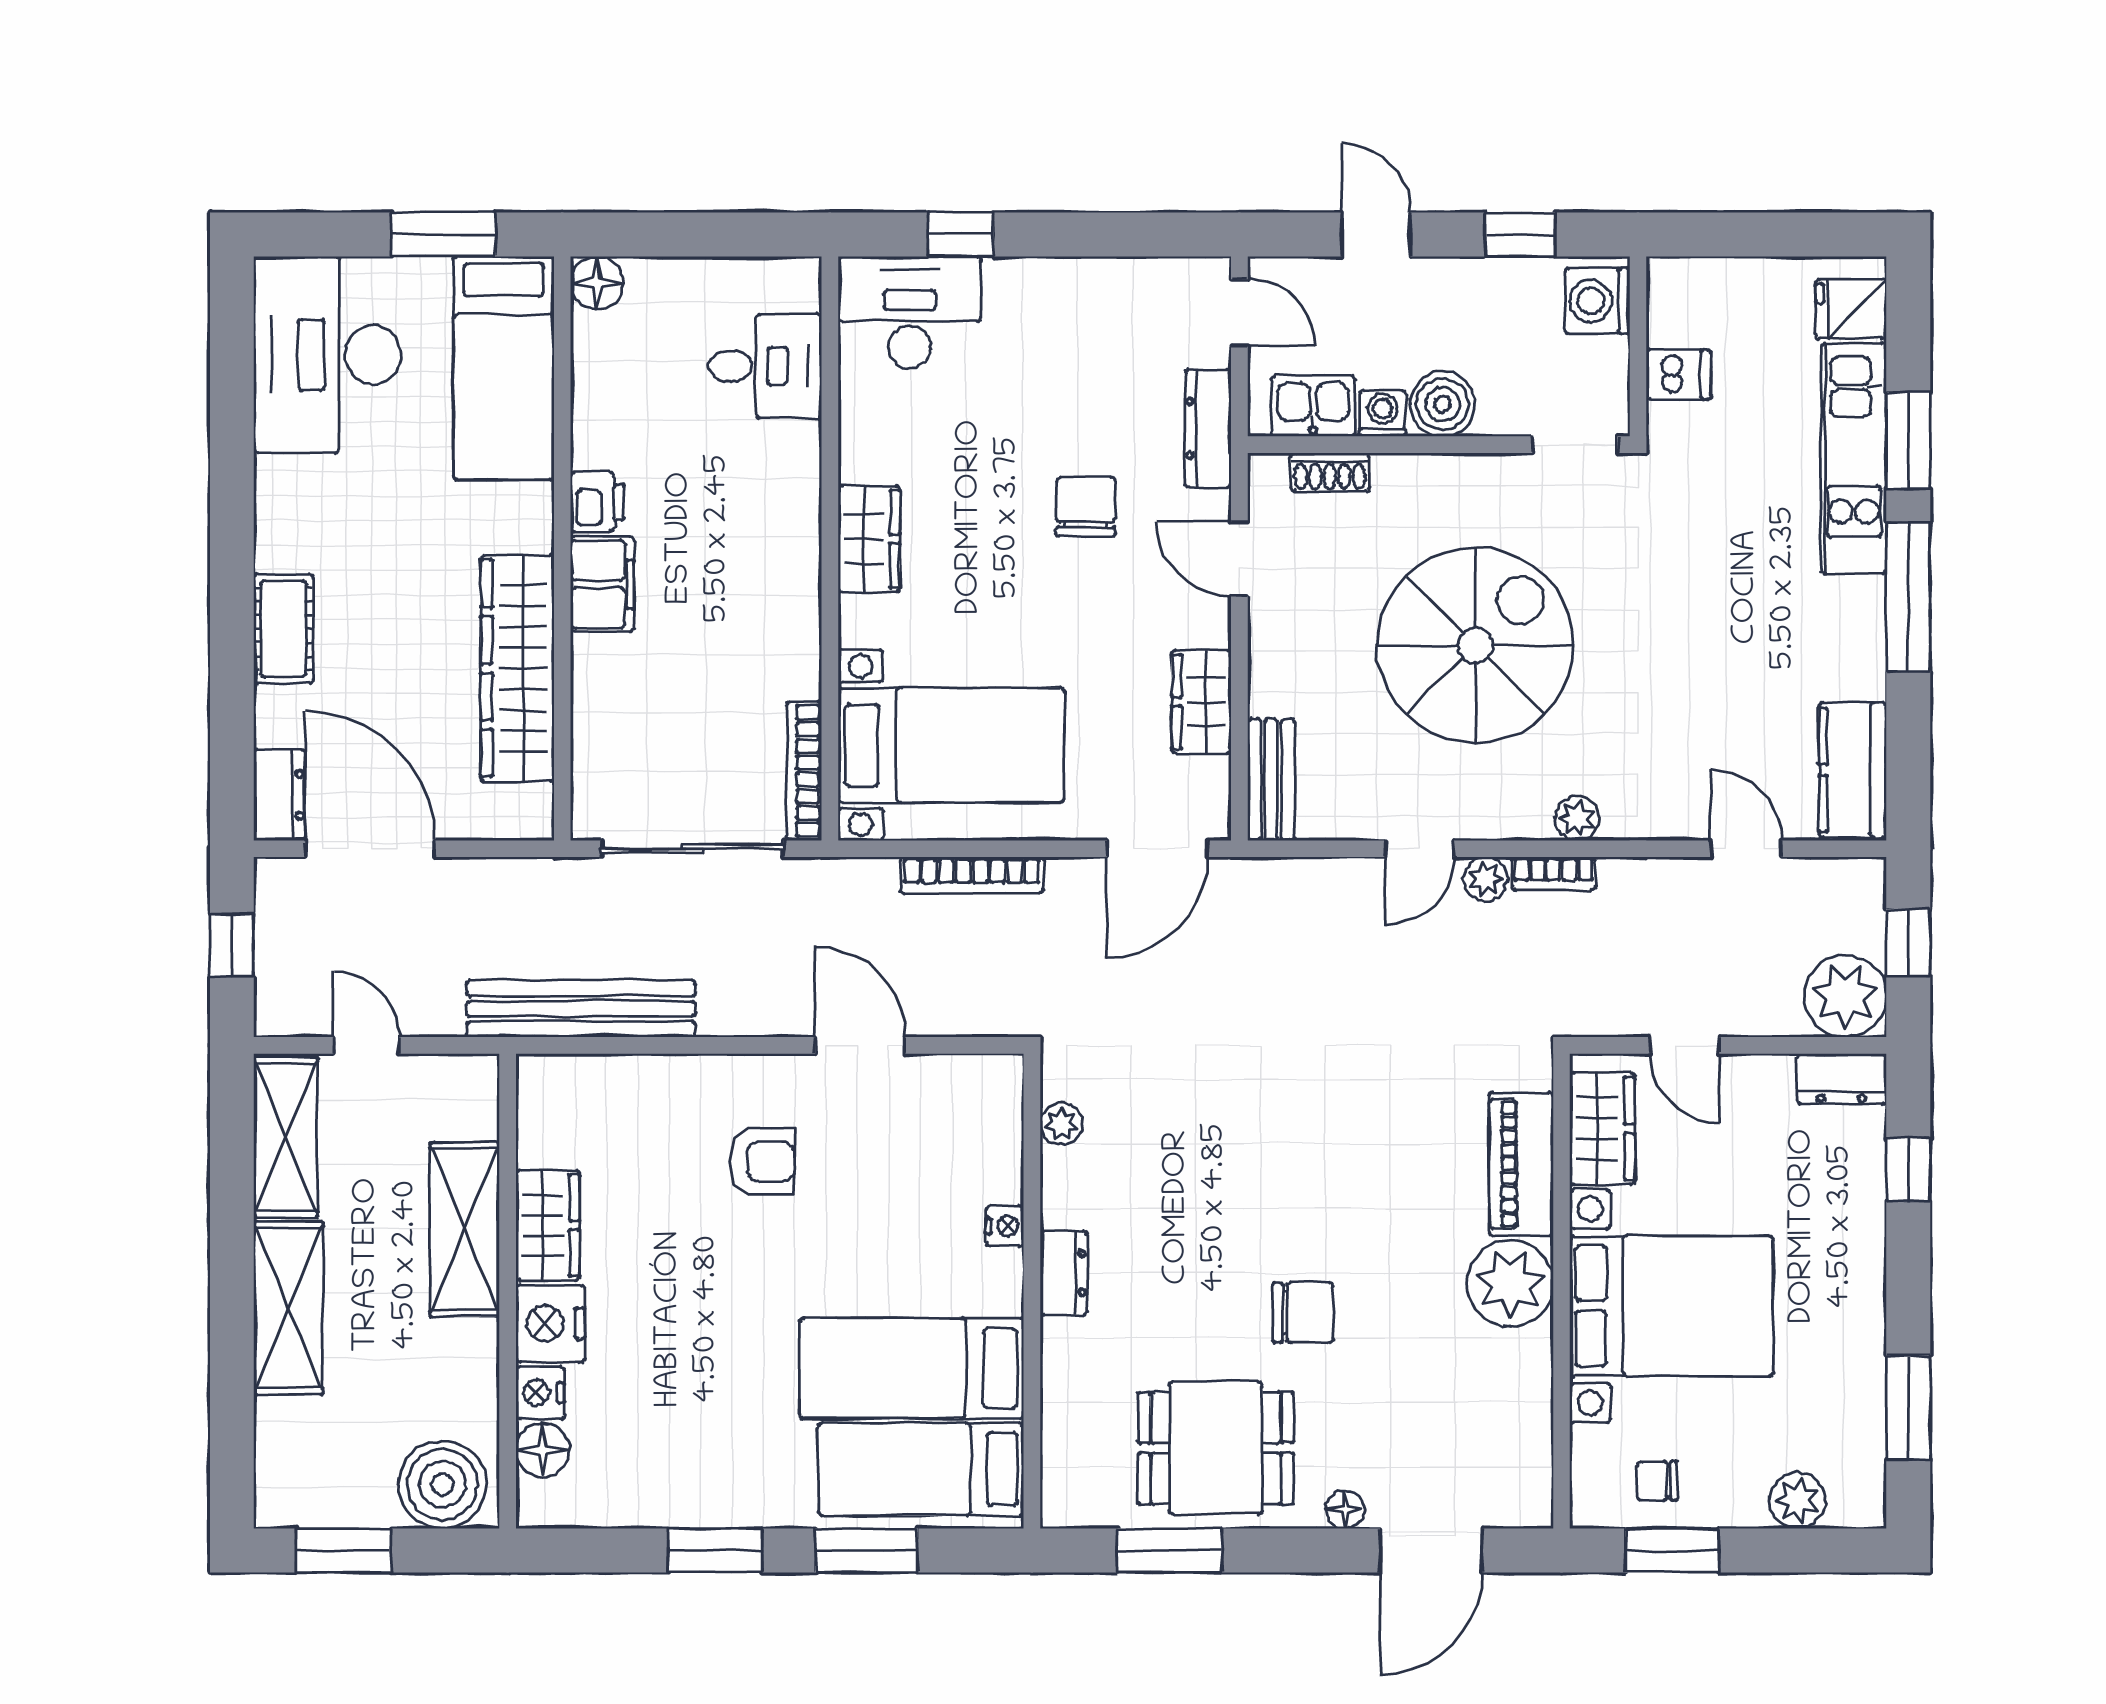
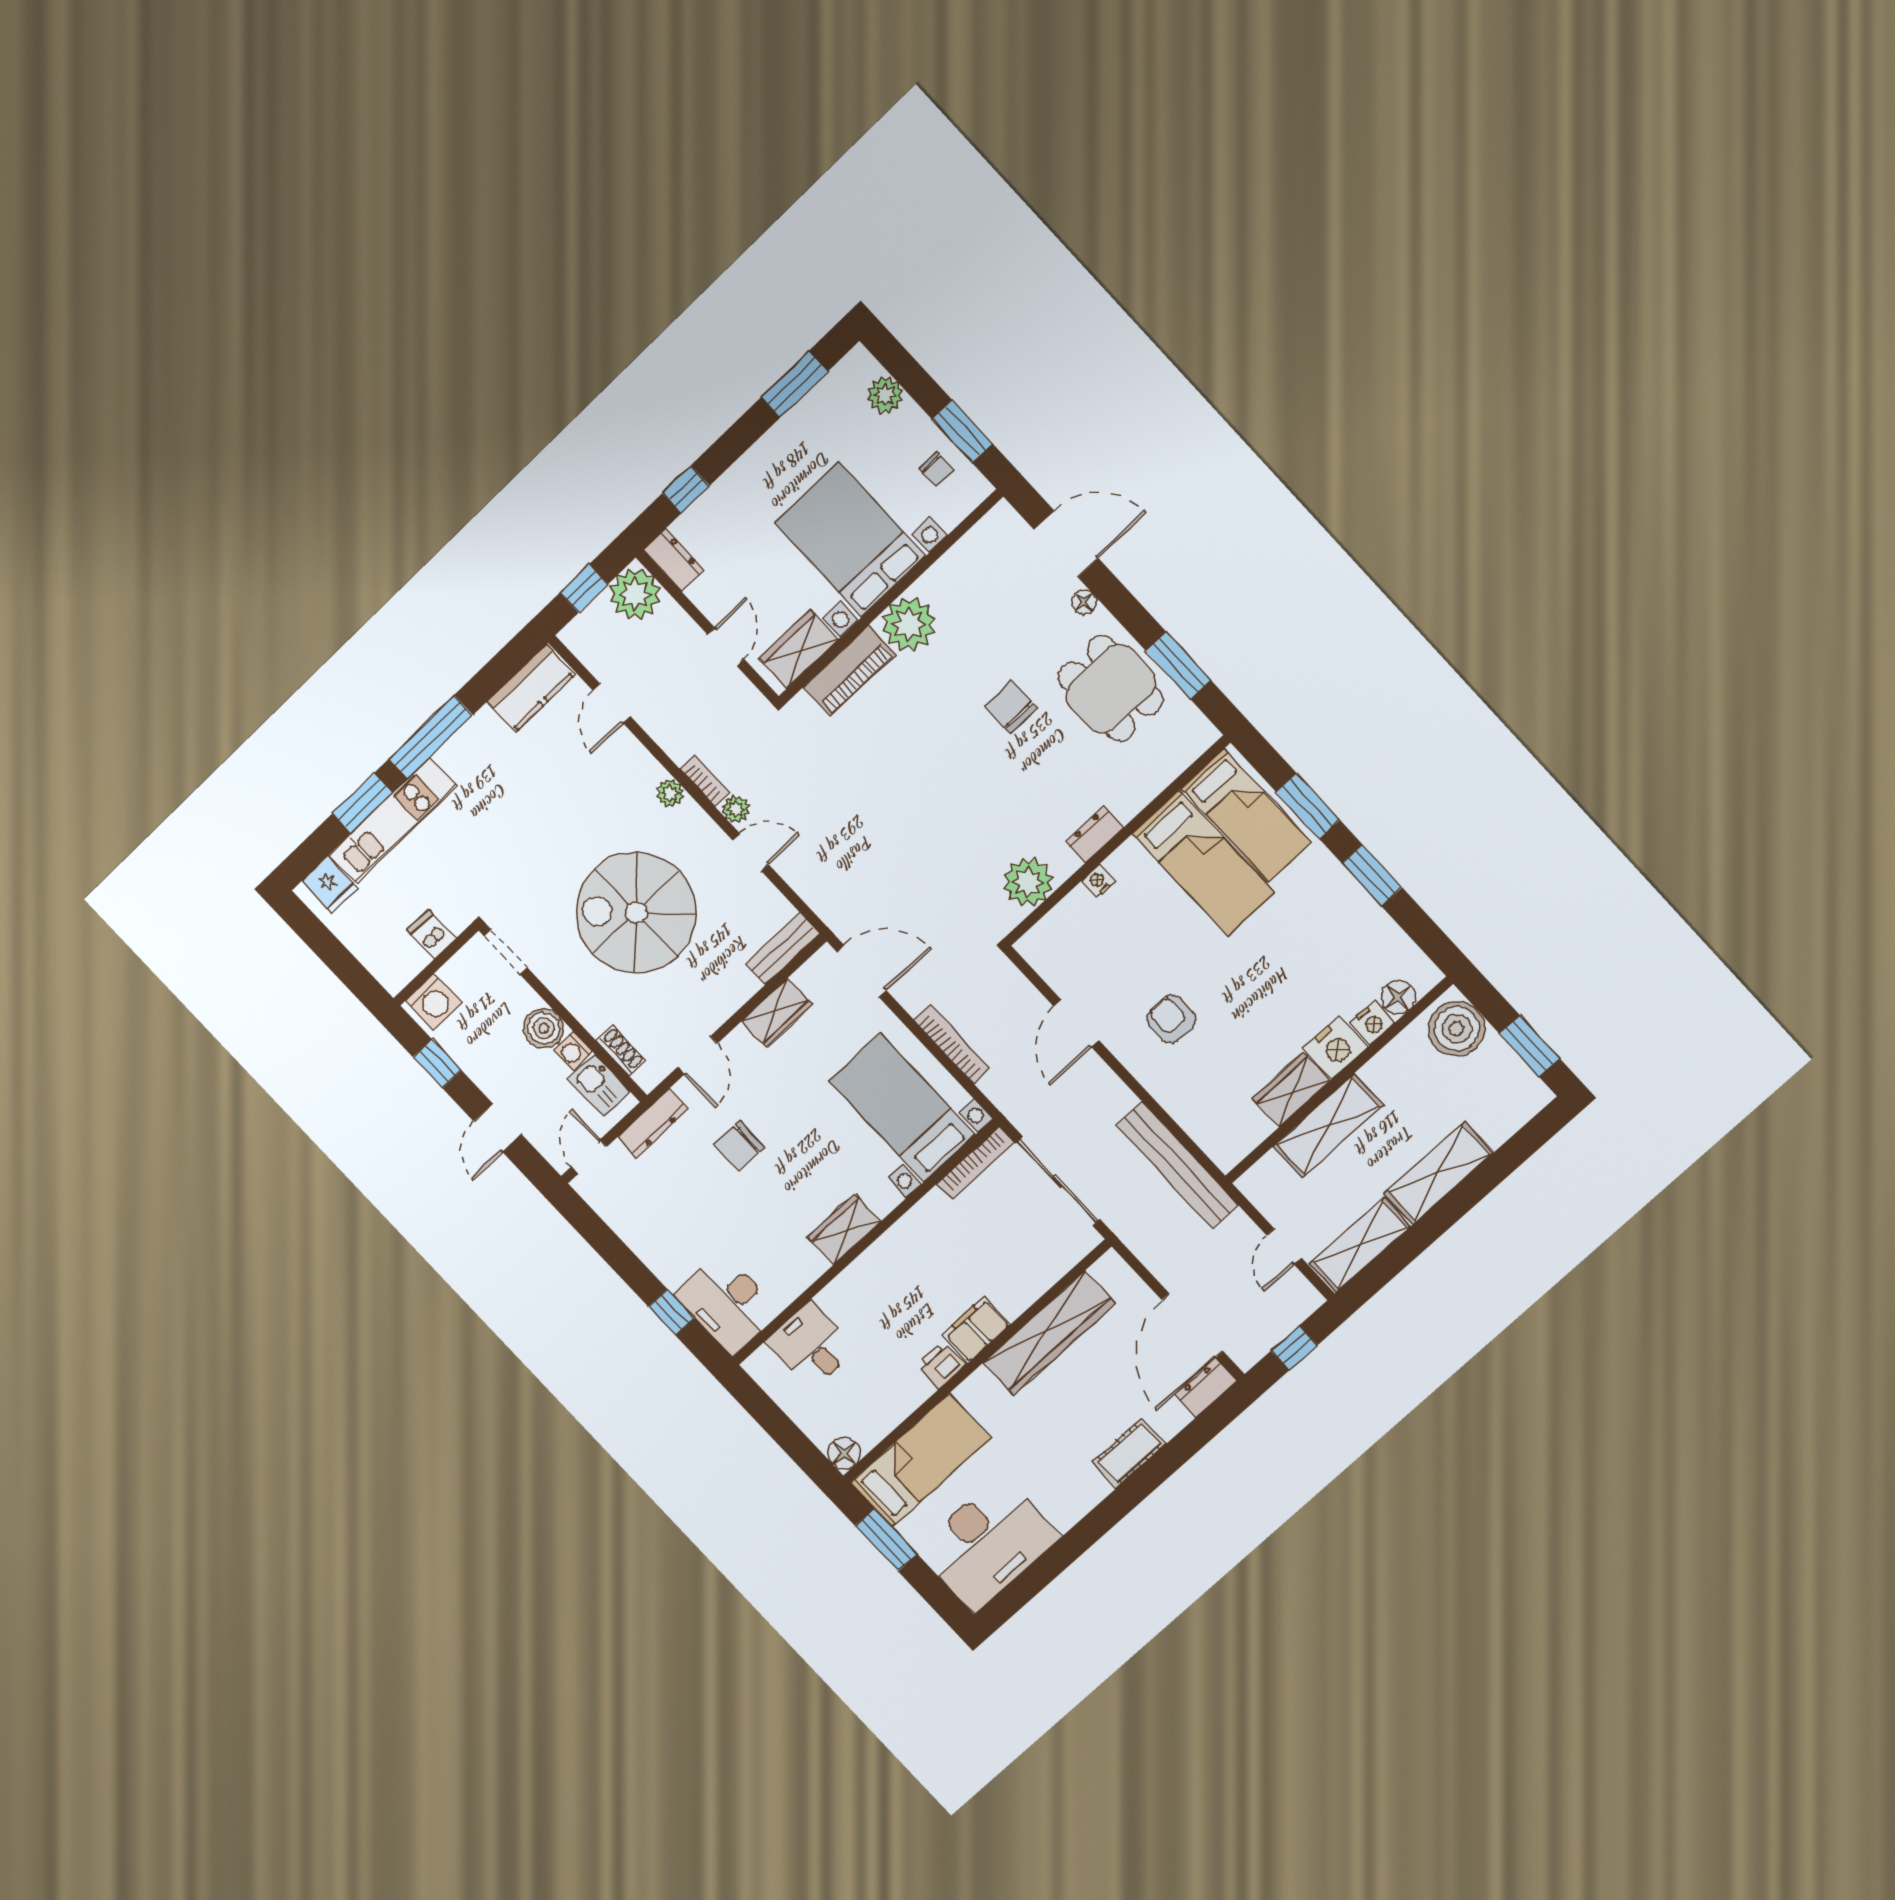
plant: (1061, 1124) -> (1028, 882), width x1.88, depth x1.88

